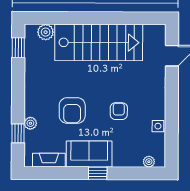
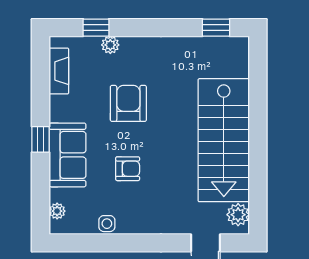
plant: (46, 32) -> (238, 215), moved
armchair: (72, 111) -> (128, 103), turned 90
sofa: (89, 154) -> (67, 155), moved

